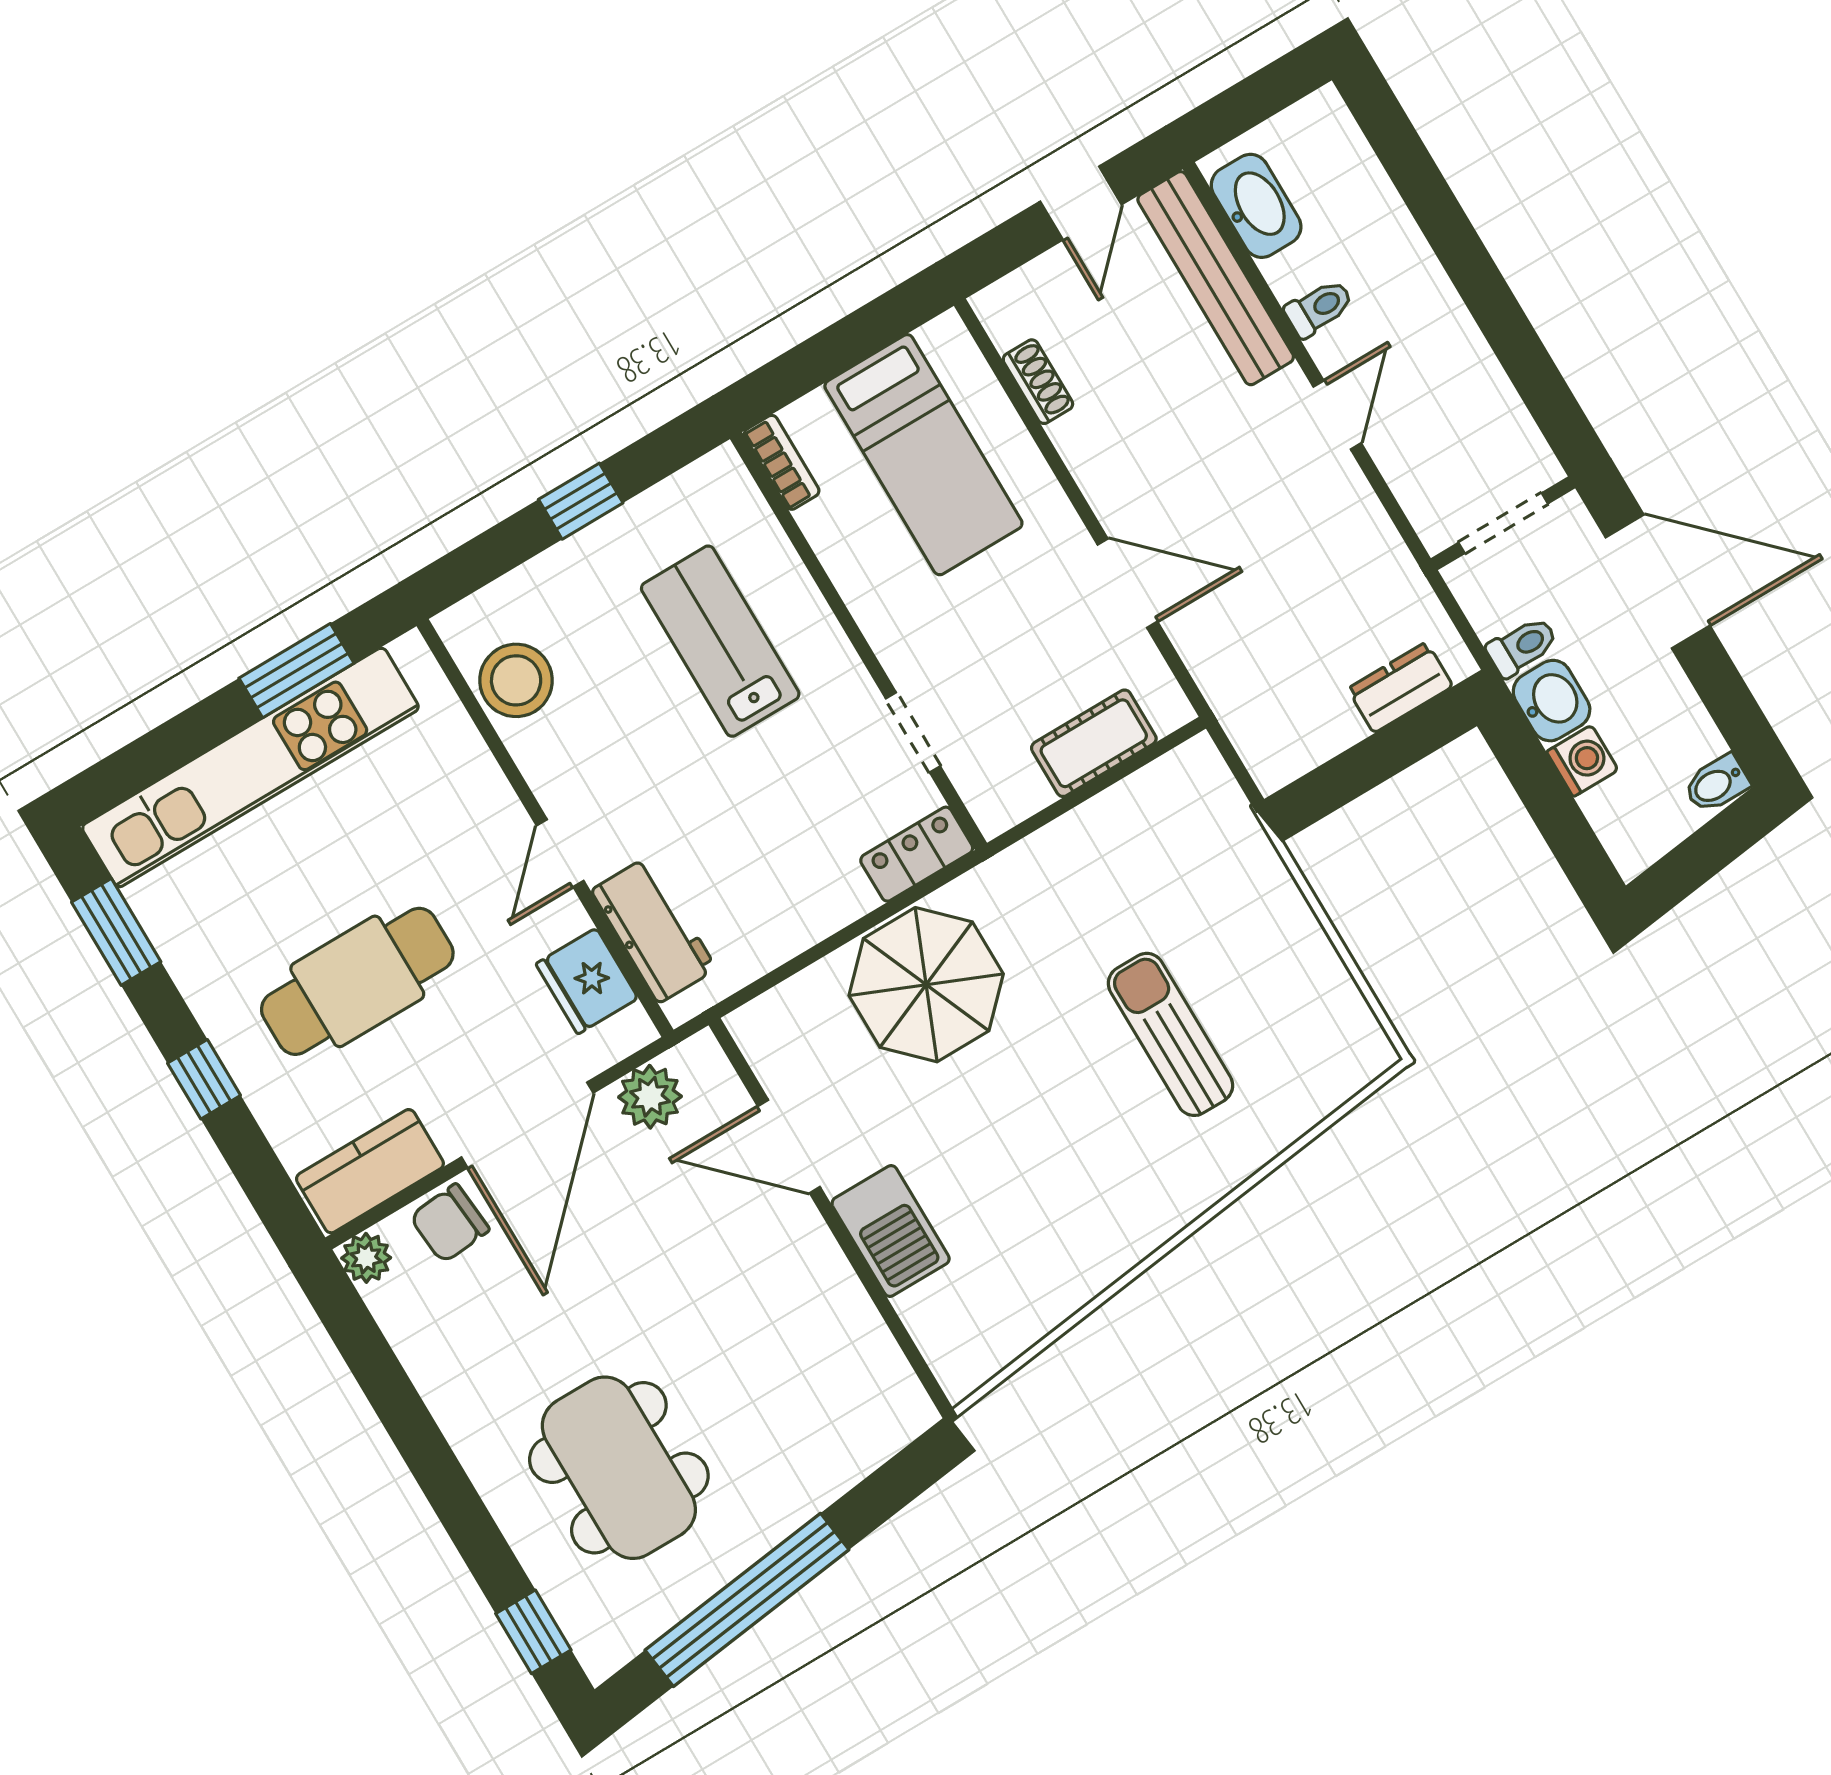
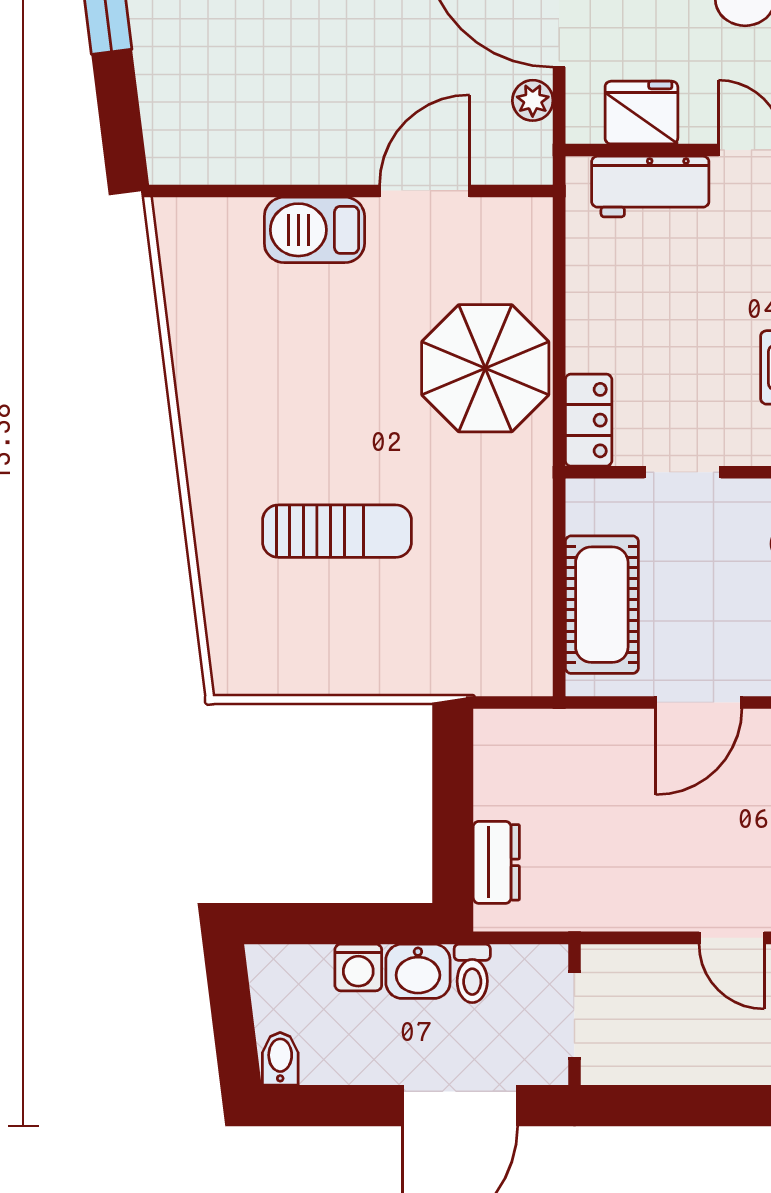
cot: (1094, 743) -> (602, 605), width x1.37, depth x1.34
plant: (650, 1097) -> (533, 100), width x0.73, depth x0.73

